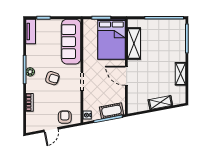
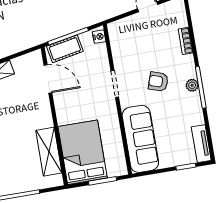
door: (126, 76) -> (48, 79), moved
armchair: (65, 117) -> (131, 28), removed

